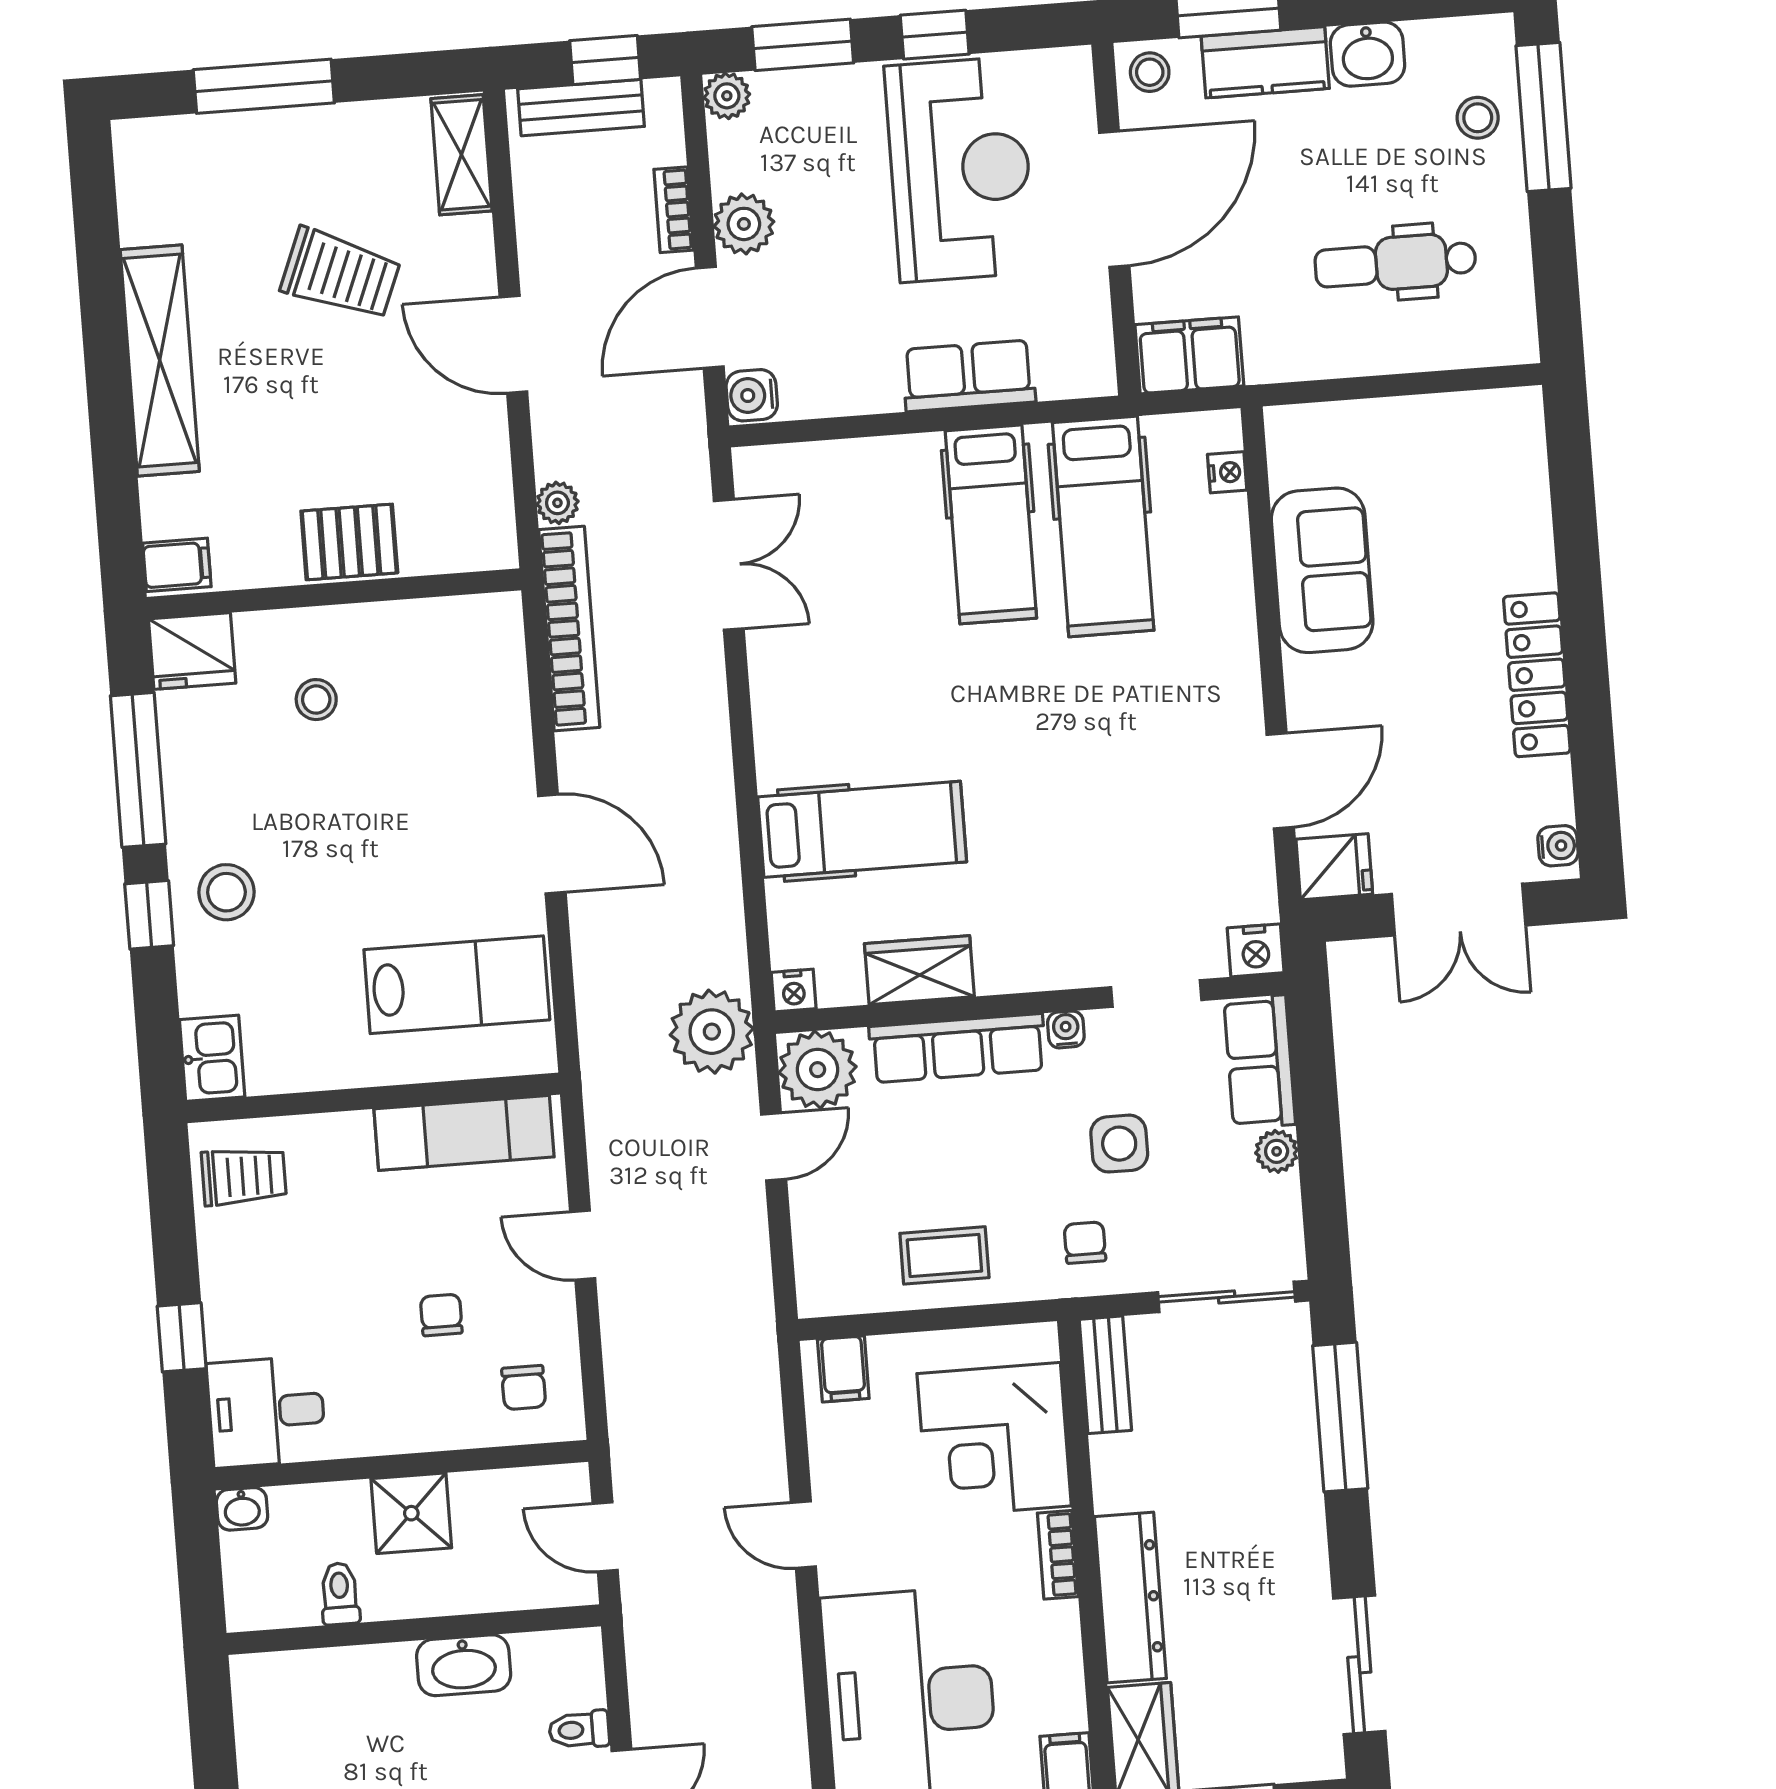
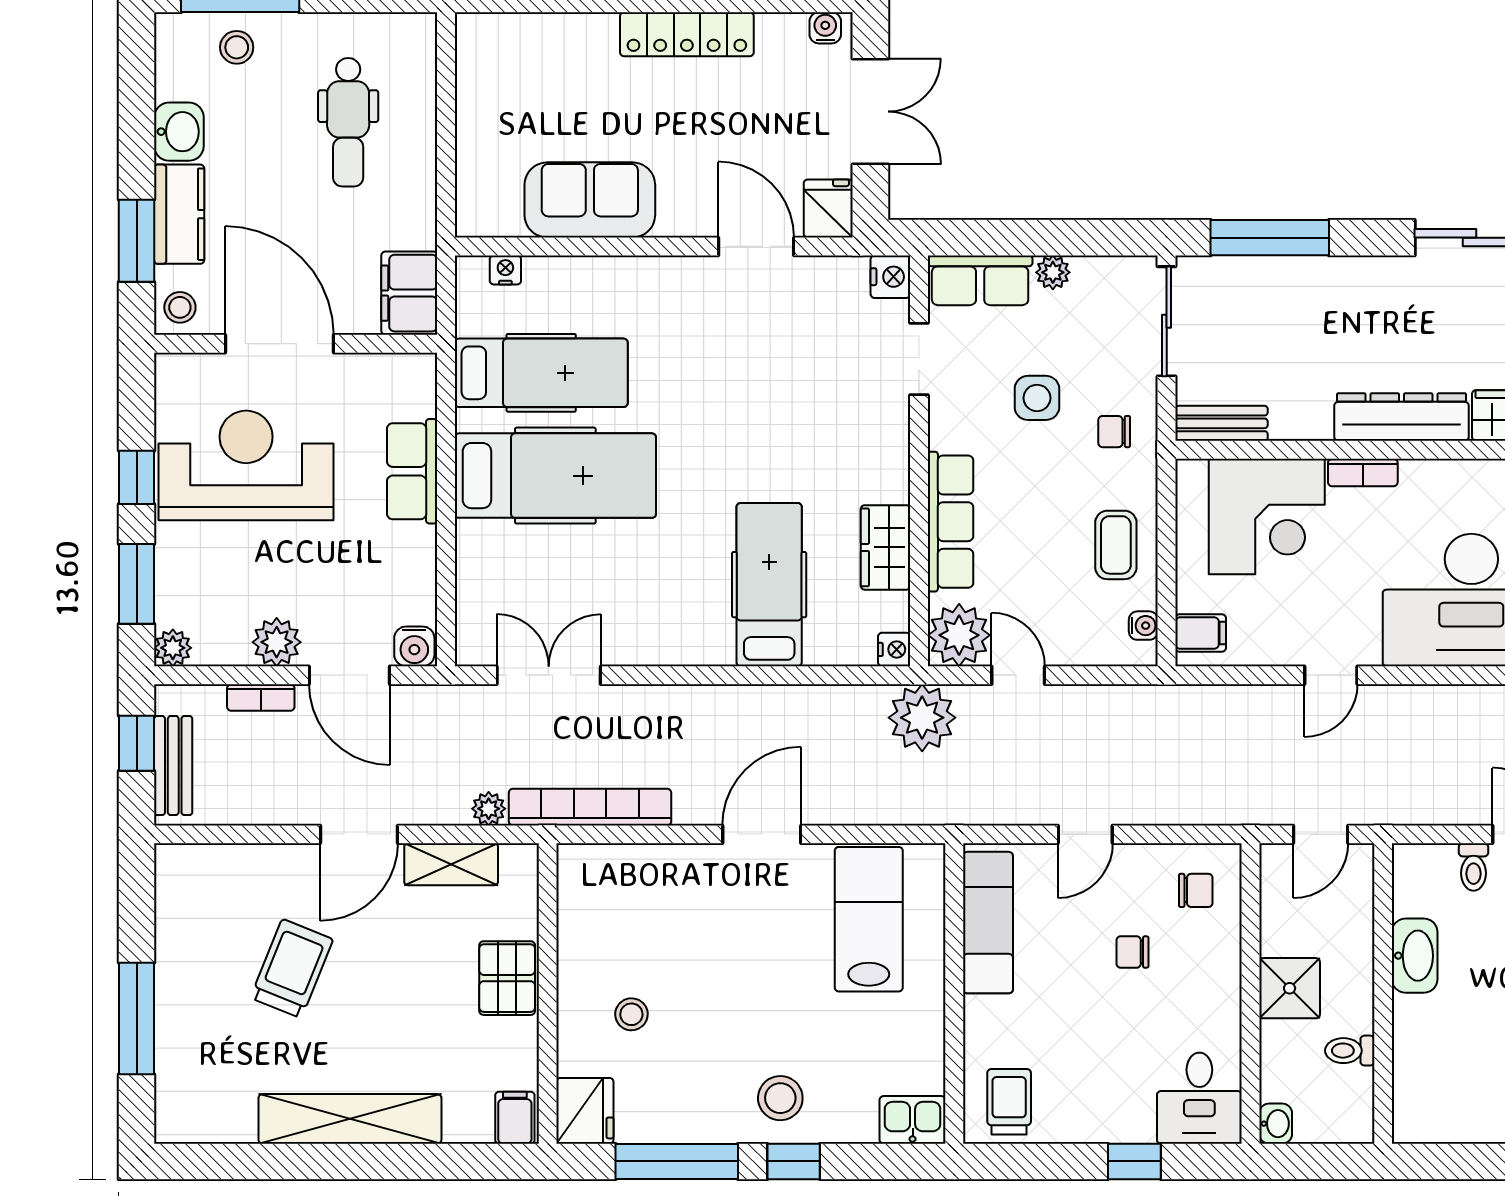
shelving: (461, 155) -> (451, 864), moved
hospital bed: (991, 524) -> (555, 476), width x1.37, depth x1.29
water cooler: (1066, 1029) -> (1143, 626), moved, turned 180

